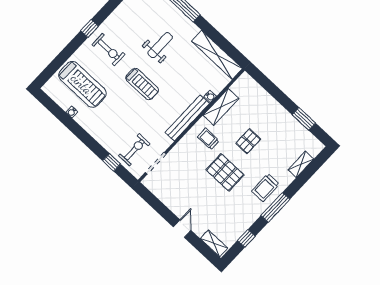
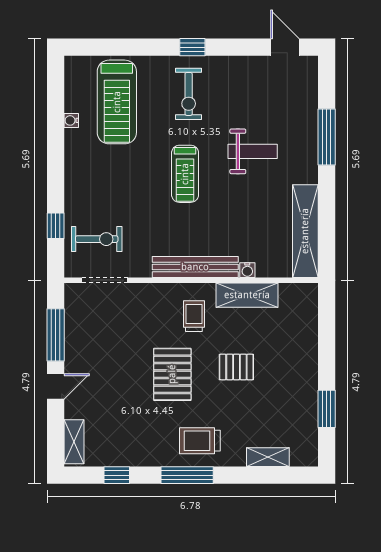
window: (159, 207) -> (56, 335), added

